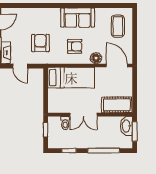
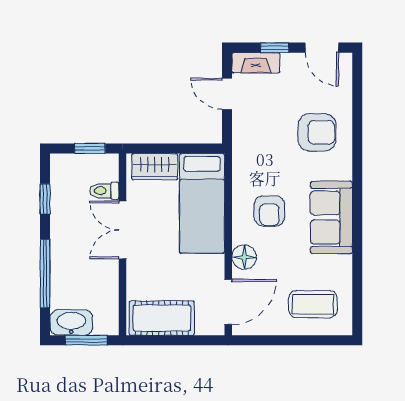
armchair: (40, 43) -> (317, 132), moved
door: (20, 66) -> (227, 94), hinge flipped
wardrobe: (54, 100) -> (155, 167), added
cot: (117, 105) -> (162, 318), moved, turned 90
washbasin: (126, 126) -> (71, 323), moved

